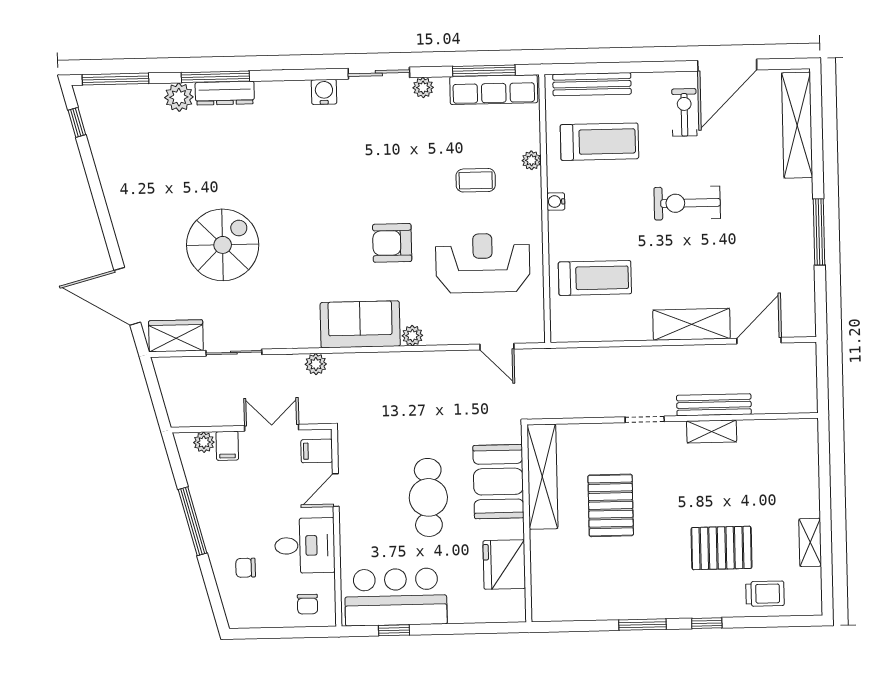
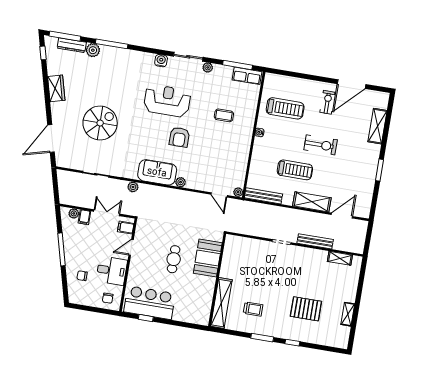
bench: (592, 84) -> (263, 196), moved
row of seats: (494, 90) -> (247, 76), width x0.68
dresser: (225, 93) -> (72, 45), moved
shelving: (797, 125) -> (377, 126), width x0.68
plant: (531, 160) -> (238, 192), moved
exercise bike: (687, 203) -> (321, 145), turned 180
window: (819, 232) -> (380, 170), width x0.69
armchair: (392, 243) -> (179, 137), turned -90
reception desk: (483, 263) -> (167, 101), moved
treadmill: (595, 278) -> (295, 170), moved
door: (127, 296) -> (51, 139), hinge flipped
wardrobe: (176, 336) -> (56, 88), moved, turned 75
shelving: (712, 431) -> (340, 258), moved
shelving: (542, 477) -> (221, 303), moved
cafe table: (428, 497) -> (174, 259), width x0.73, depth x0.74
pallet: (611, 505) -> (258, 279), removed
fridge: (504, 565) -> (203, 297), removed
trolley: (765, 594) -> (253, 309), moved

